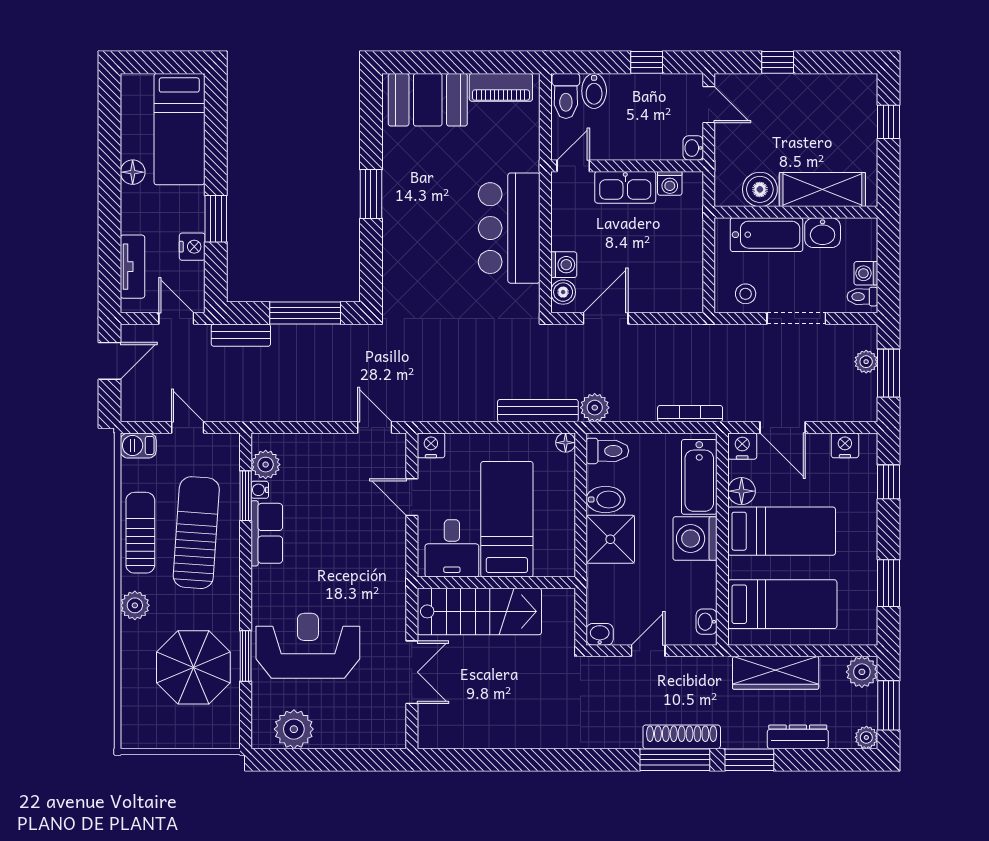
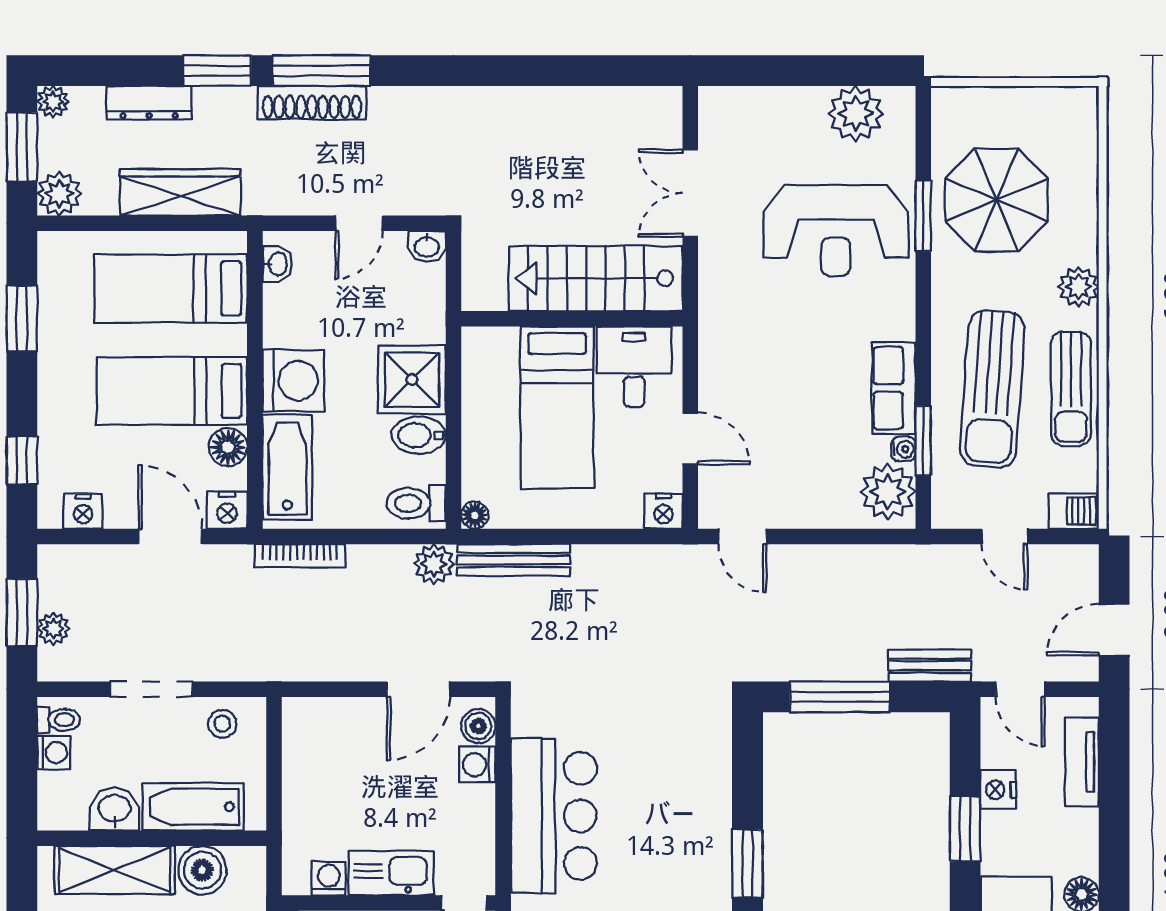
plant: (266, 465) -> (888, 492), width x1.36, depth x1.36

